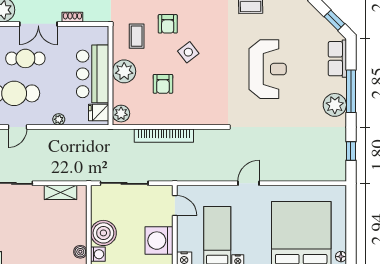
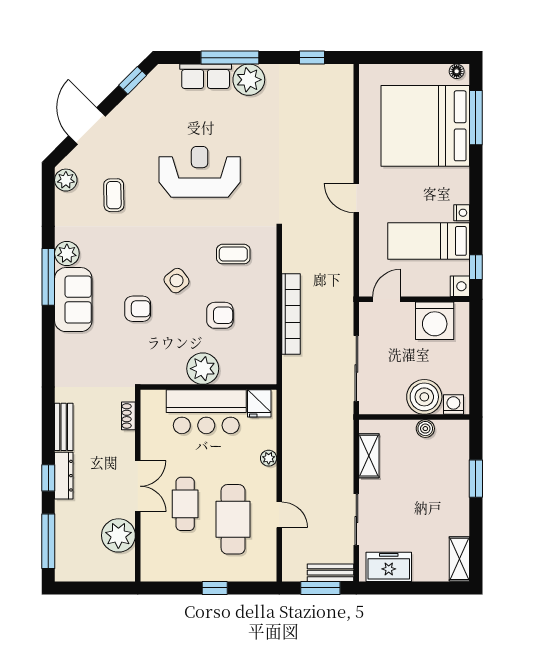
shoe rack: (72, 17) -> (128, 416), moved
coffee table: (137, 36) -> (233, 254), moved
row of seats: (337, 59) -> (206, 76), moved
plant: (121, 114) -> (261, 373), removed
boiler: (80, 252) -> (425, 429), moved

